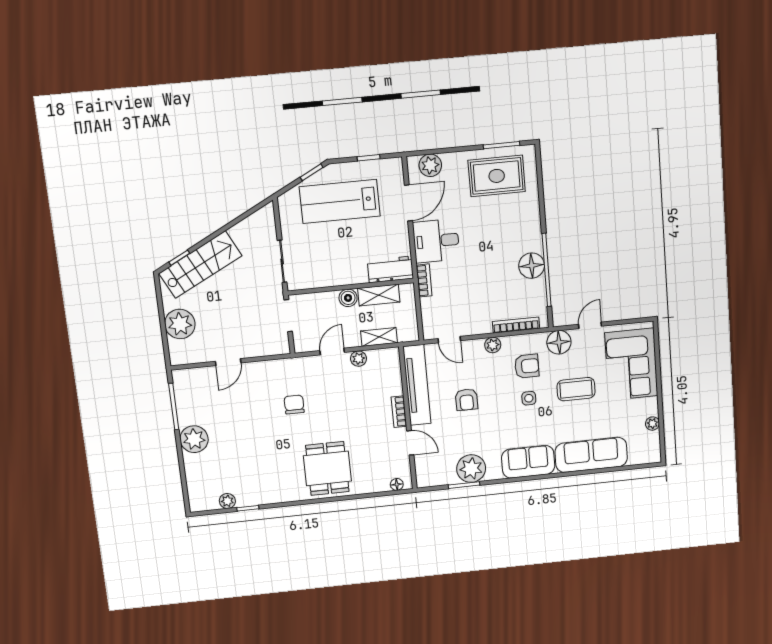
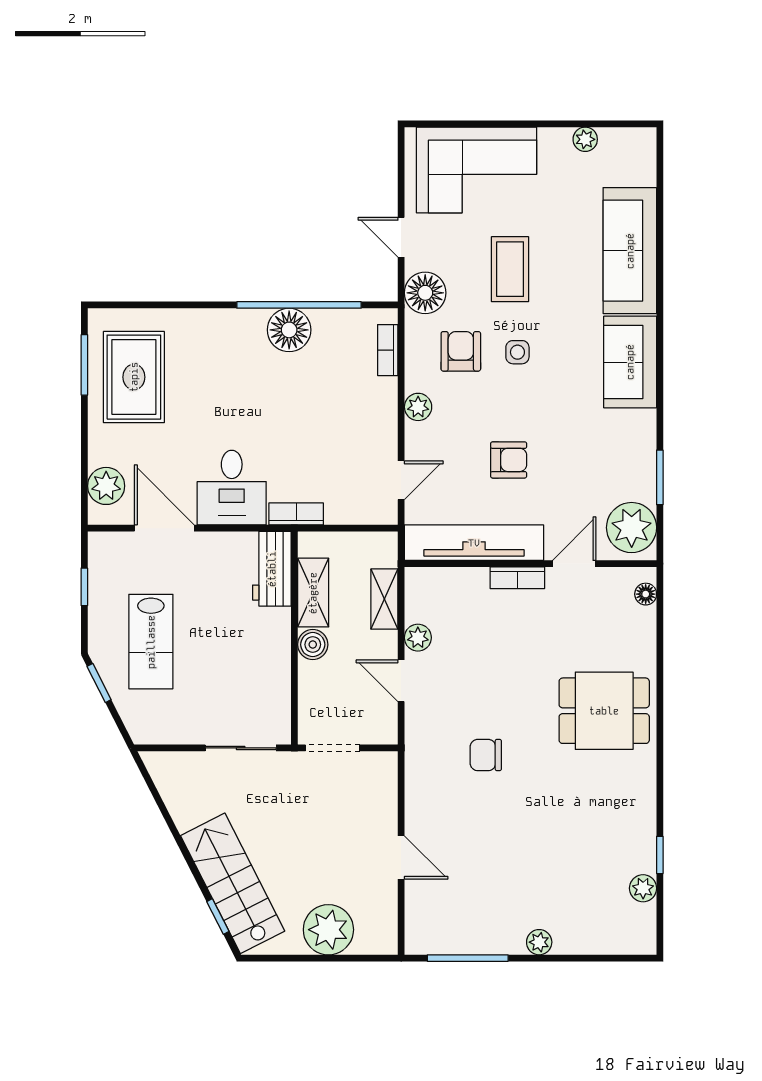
lab bench: (340, 201) -> (151, 642), width x0.73, depth x0.72
bookcase: (516, 325) -> (388, 350), width x0.64
plant: (194, 439) -> (539, 942), width x0.53, depth x0.53
plant: (471, 469) -> (632, 528), moved

